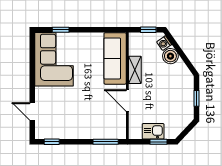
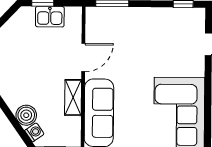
door: (127, 100) -> (83, 57), hinge flipped

